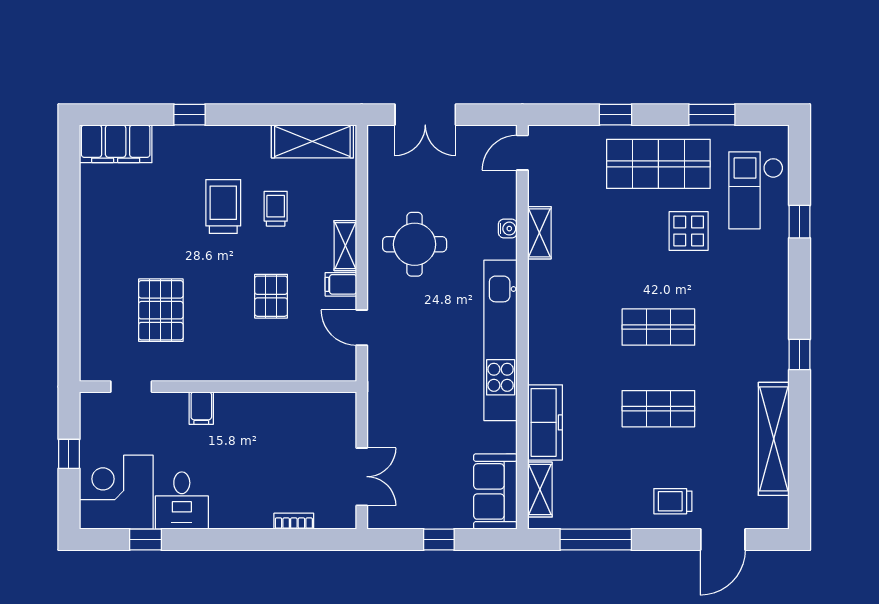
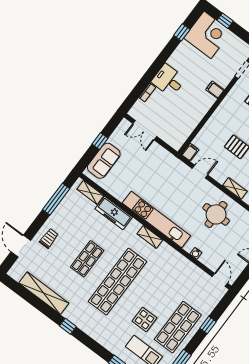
shelving: (539, 233) -> (150, 237), moved
filing cabinet: (341, 284) -> (190, 152), moved
shop shelf: (658, 327) -> (117, 282), width x2.00, depth x1.36
window: (69, 454) -> (225, 21), moved
sofa: (495, 491) -> (104, 161), moved, turned 90
desk: (182, 501) -> (168, 80), moved

